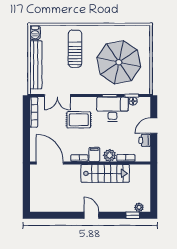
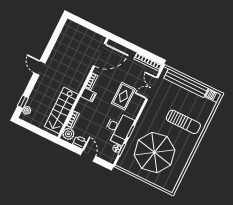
plant: (110, 155) -> (68, 134), moved
stairs: (105, 173) -> (61, 110), moved
door: (92, 215) -> (40, 68), swing flipped

